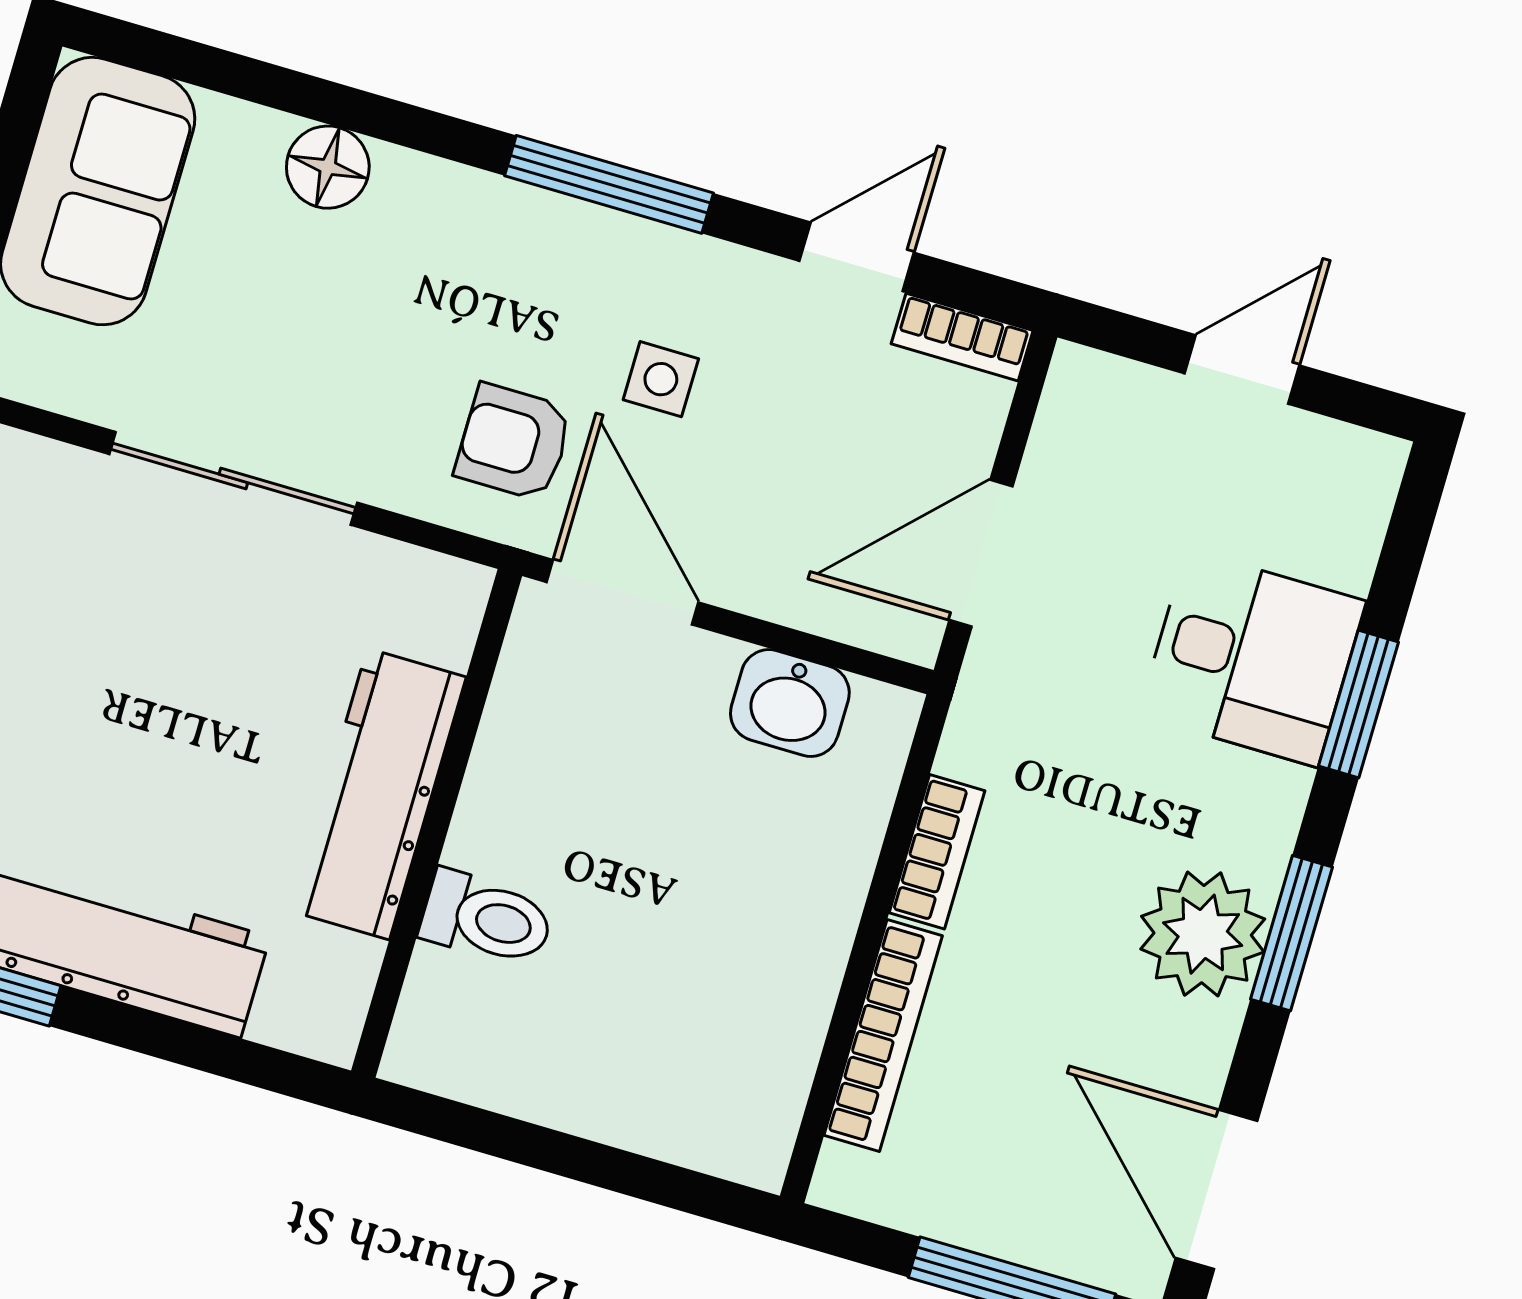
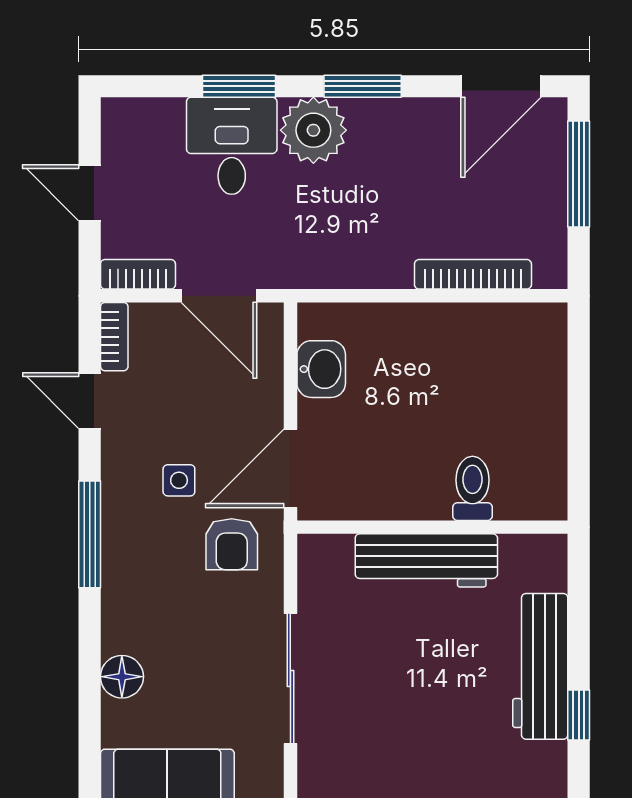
bookcase: (937, 852) -> (138, 274), moved
plant: (1203, 934) -> (313, 130), moved

